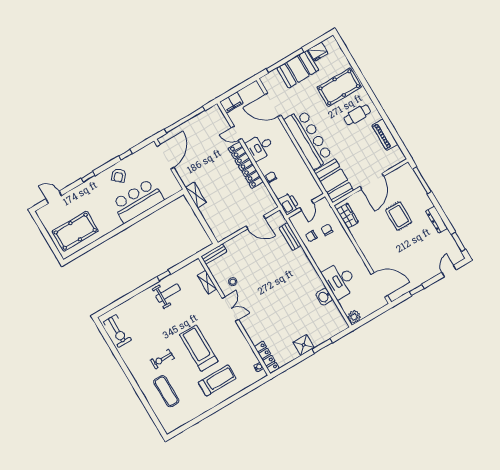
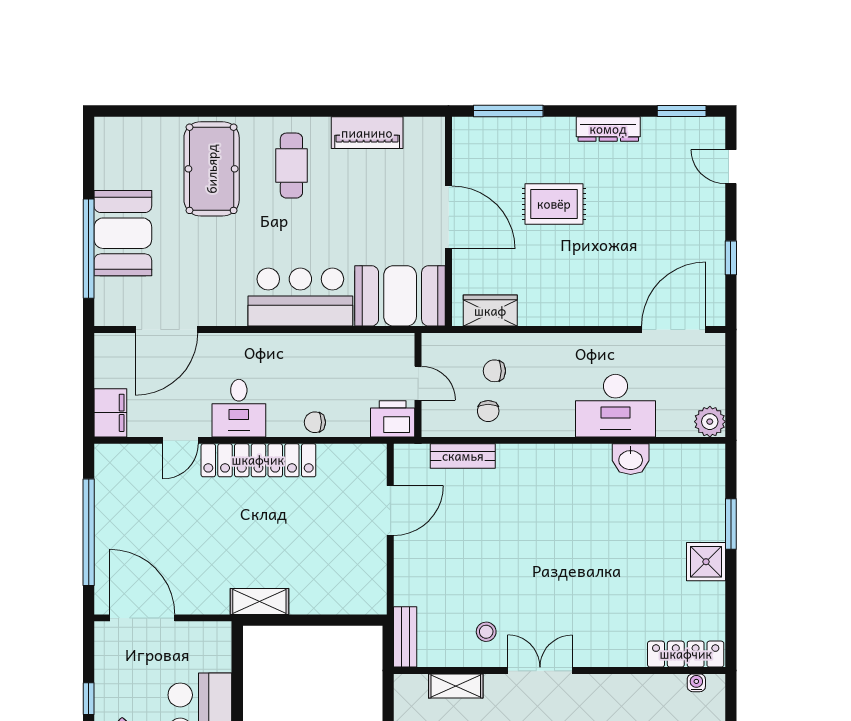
fridge: (318, 51) -> (111, 169), removed
bar counter: (308, 139) -> (300, 297), width x0.73

